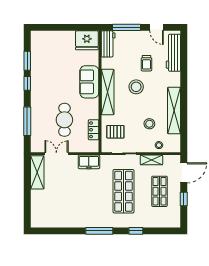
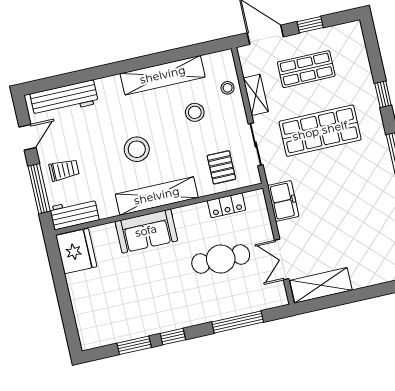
trolley: (146, 63) -> (64, 170), moved

